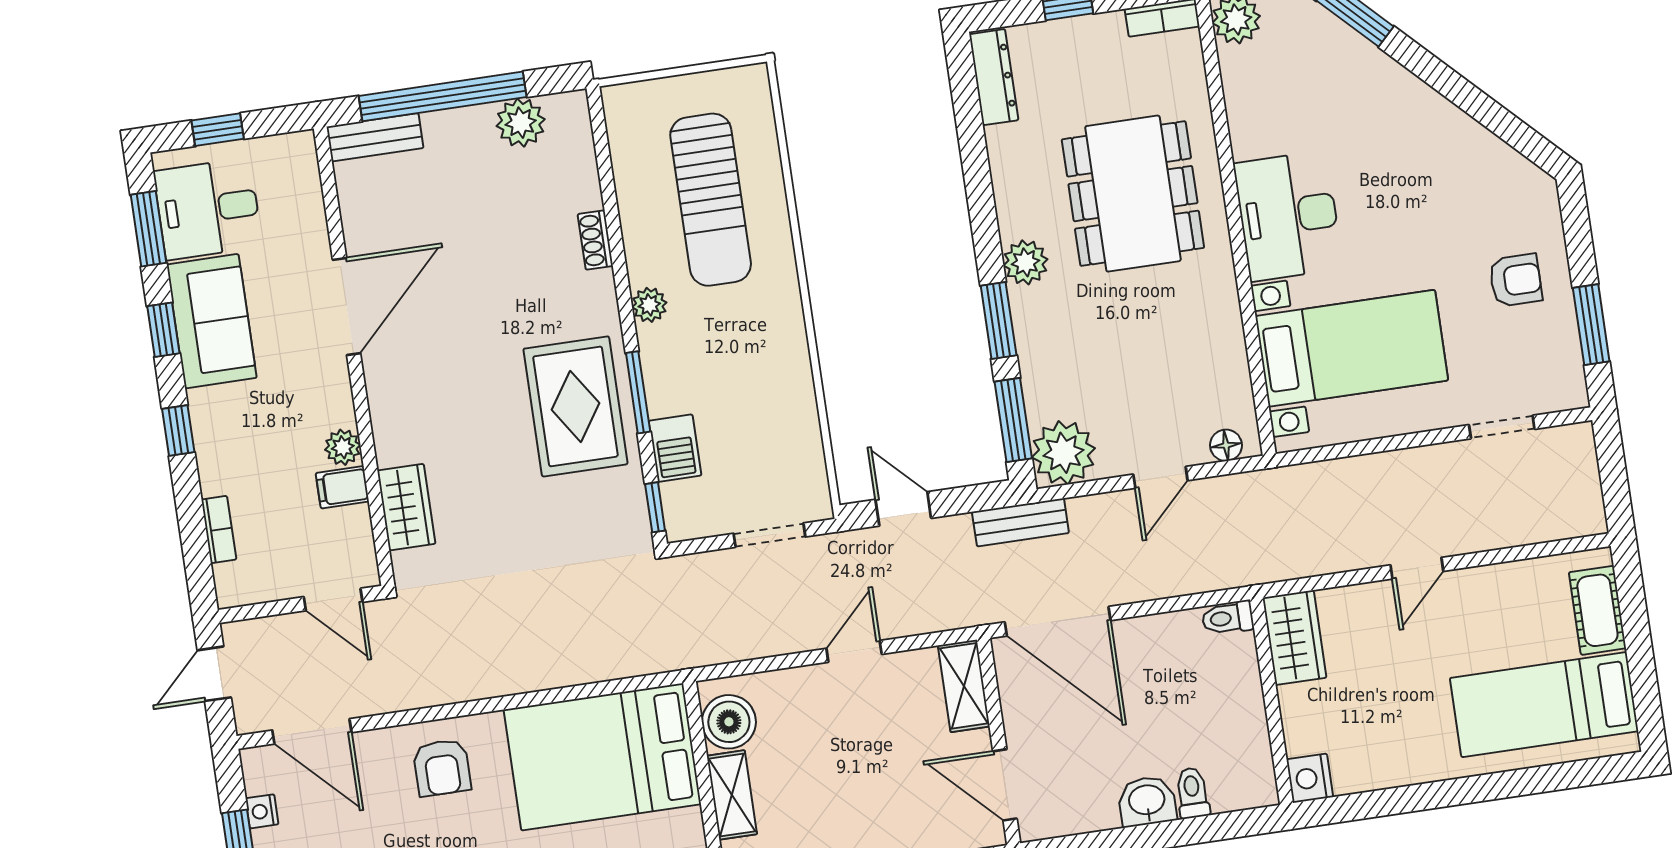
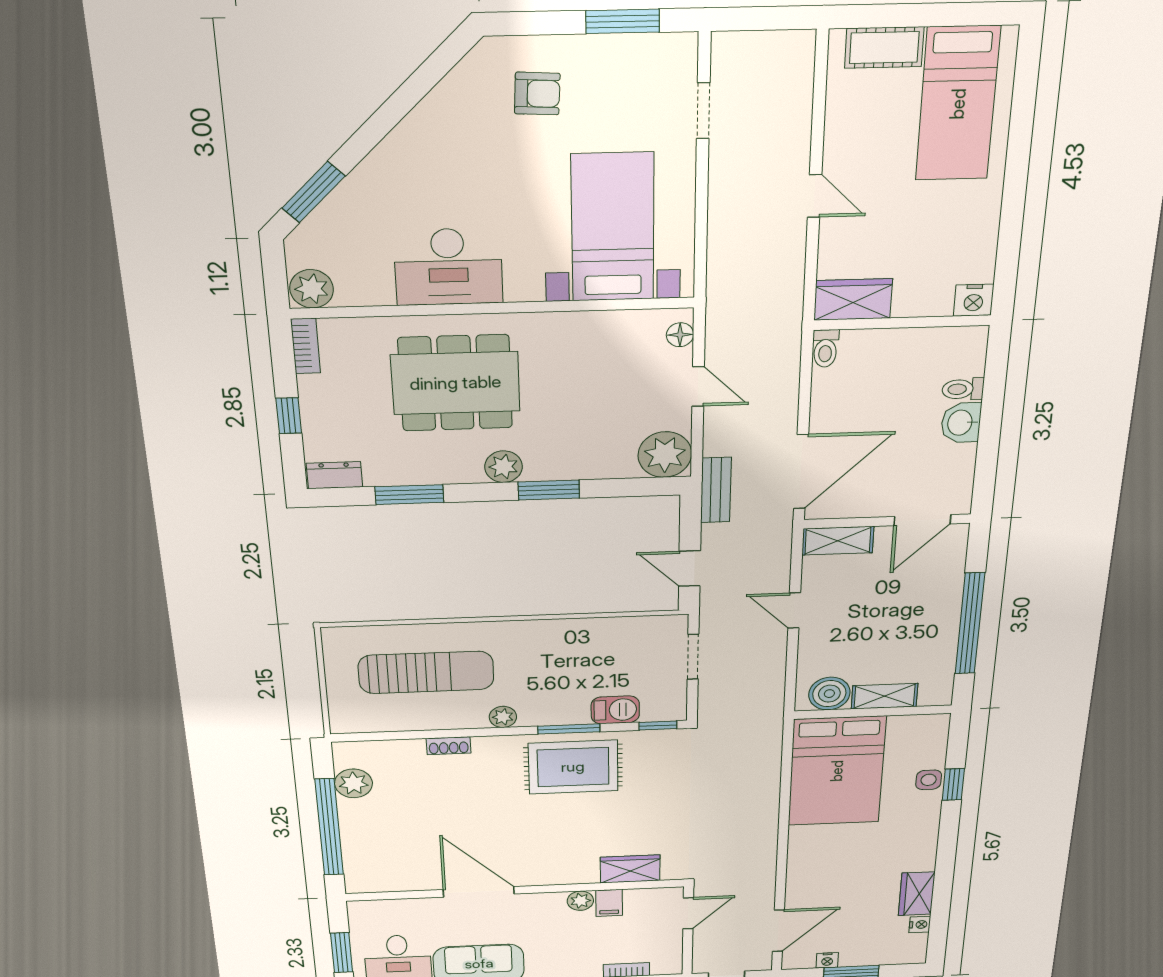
dresser: (994, 77) -> (334, 475), width x0.70
window: (218, 130) -> (342, 953), width x1.50
bench: (375, 137) -> (356, 868), removed
desk: (1288, 216) -> (448, 267), moved
armchair: (1516, 280) -> (537, 94), moved, turned 93
window: (1013, 420) -> (409, 495), moved
door: (903, 509) -> (690, 569), hinge flipped
armchair: (442, 768) -> (821, 863), removed

